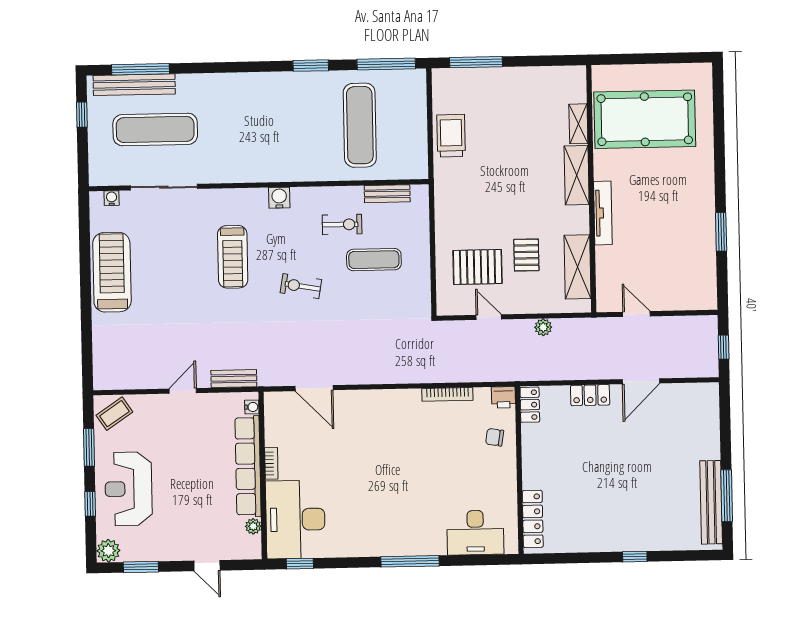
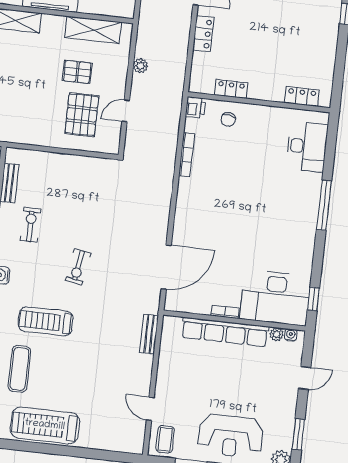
treadmill: (233, 257) -> (46, 321), turned 180
exercise mat: (374, 260) -> (19, 369), moved
door: (314, 388) -> (166, 267), width x1.36
door: (183, 391) -> (150, 409), moved
locker: (530, 405) -> (231, 89), moved
water cooler: (252, 407) -> (291, 335), moved
coffee table: (114, 414) -> (165, 439), turned 34
locker: (533, 519) -> (302, 96), width x0.66

